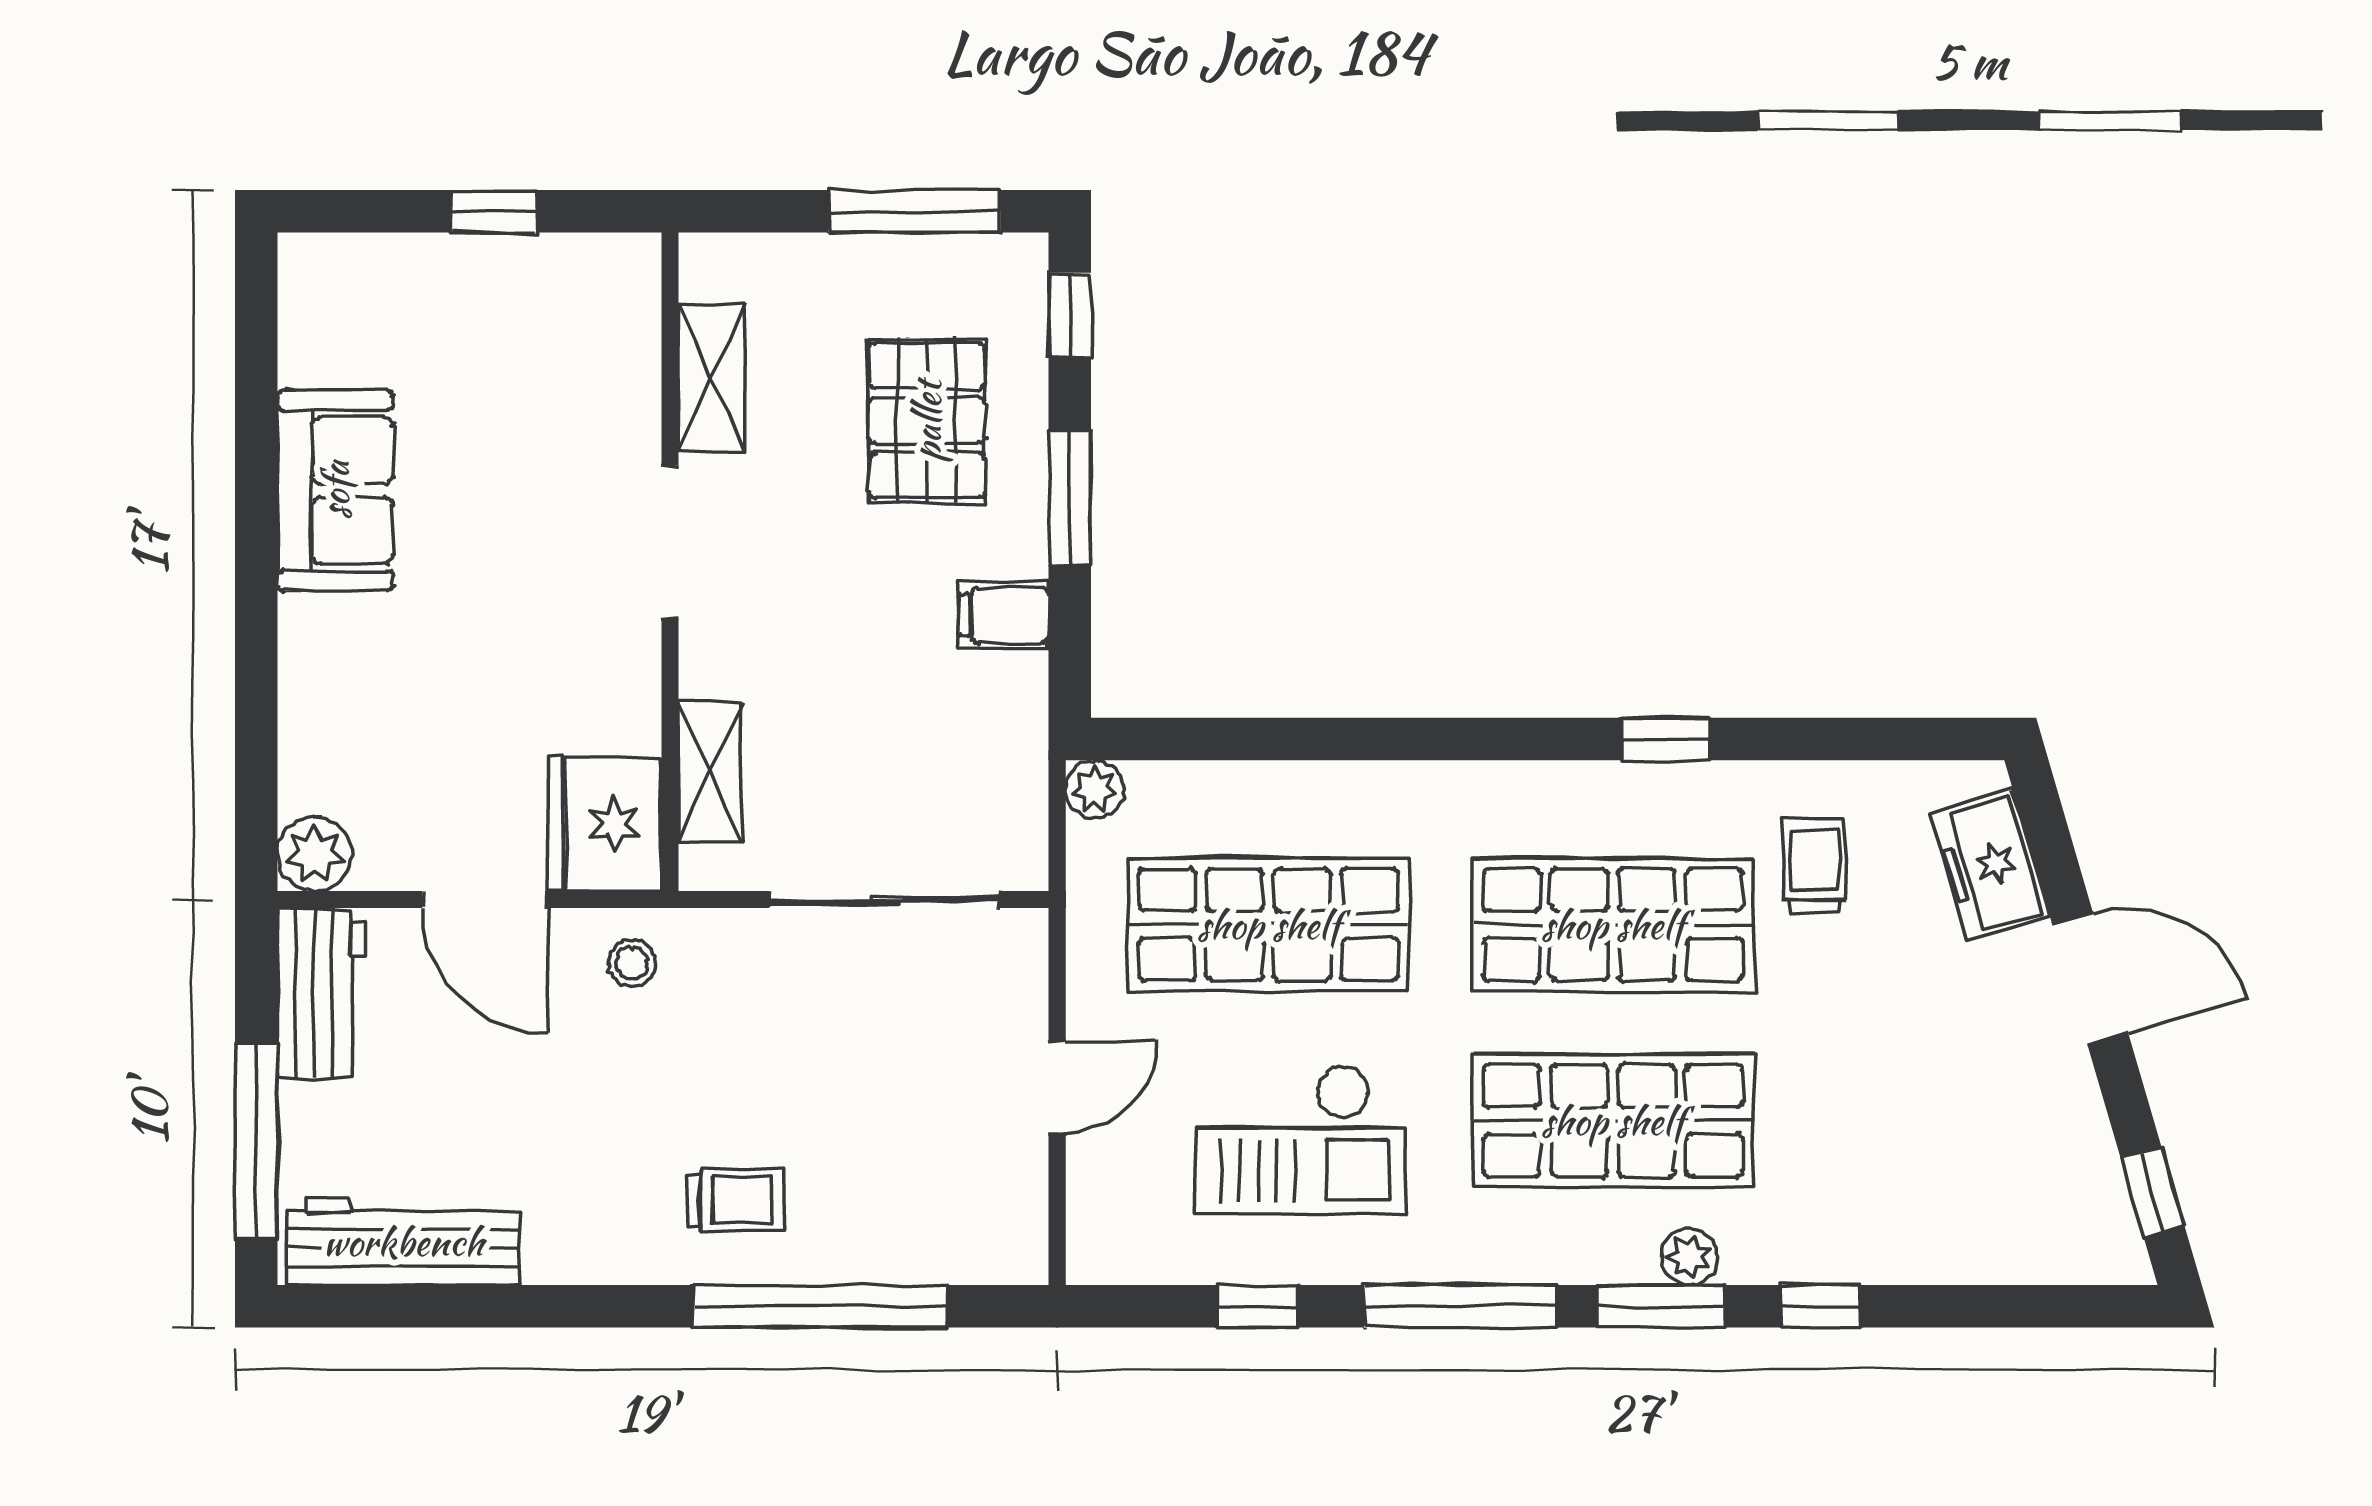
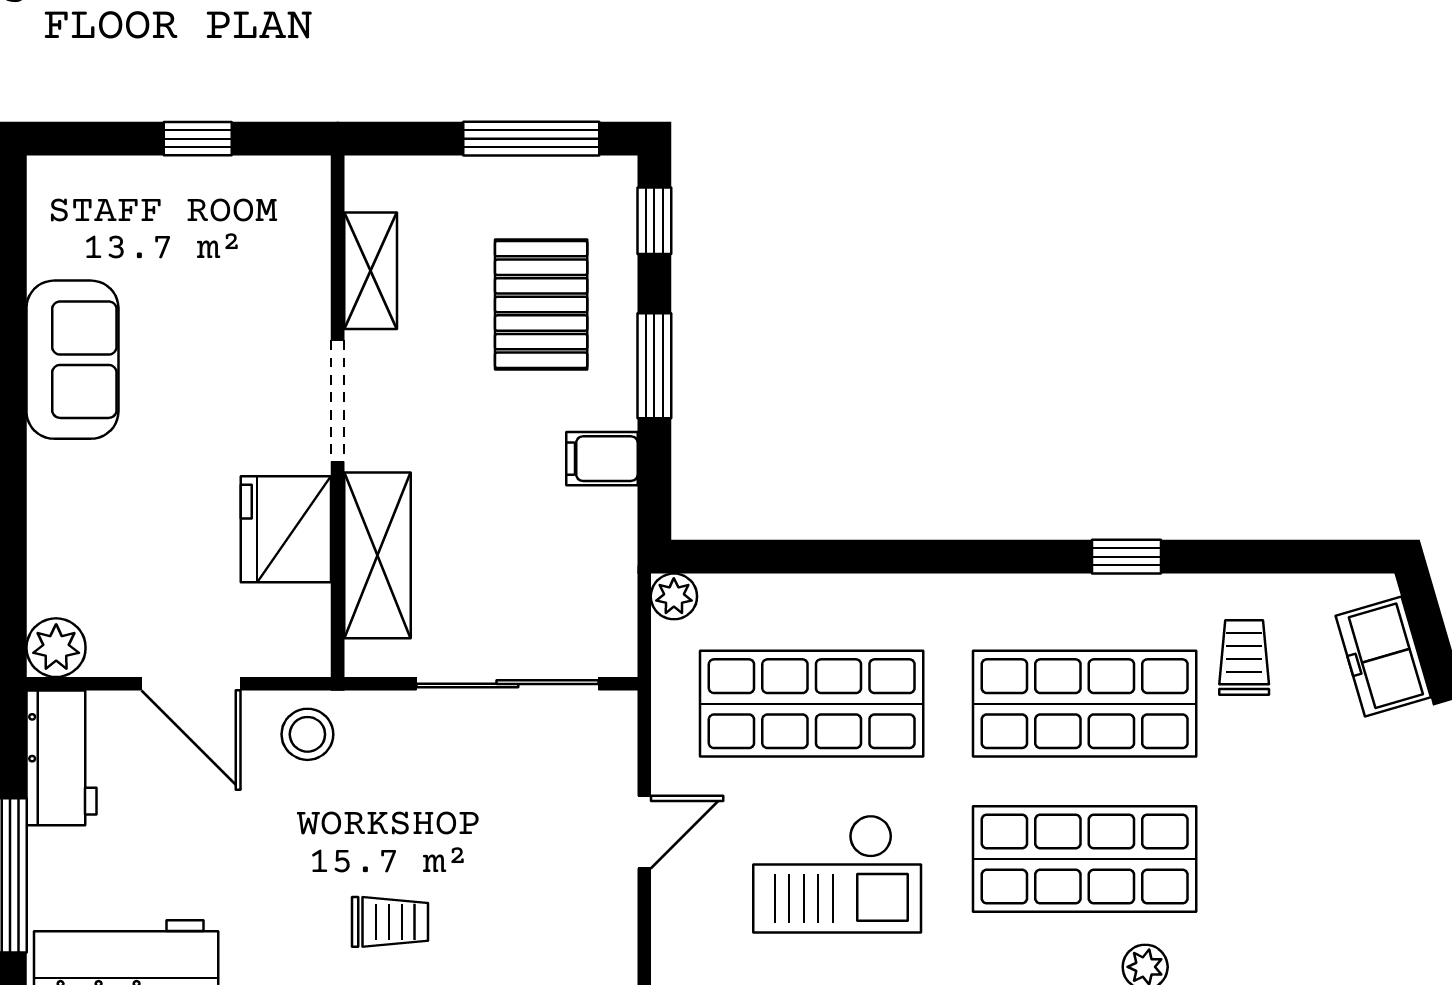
shelving: (710, 772) -> (378, 555), width x1.50, depth x1.33
fridge: (605, 824) -> (286, 529), moved
stool: (632, 963) -> (307, 734), width x1.37, depth x1.37

